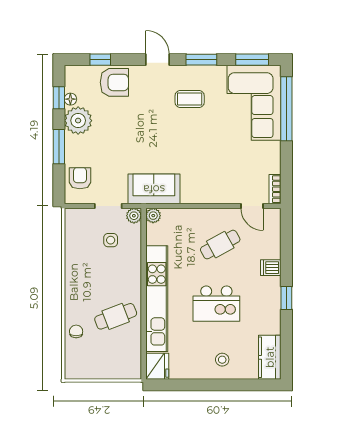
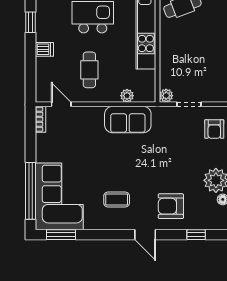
window: (201, 60) -> (106, 235), removed
armchair: (114, 82) -> (171, 206), moved
sofa: (154, 189) -> (128, 120), moved
plant: (153, 216) -> (127, 96), moved
side table: (111, 240) -> (187, 74), removed
cafe table: (220, 245) -> (89, 70), turned -61

